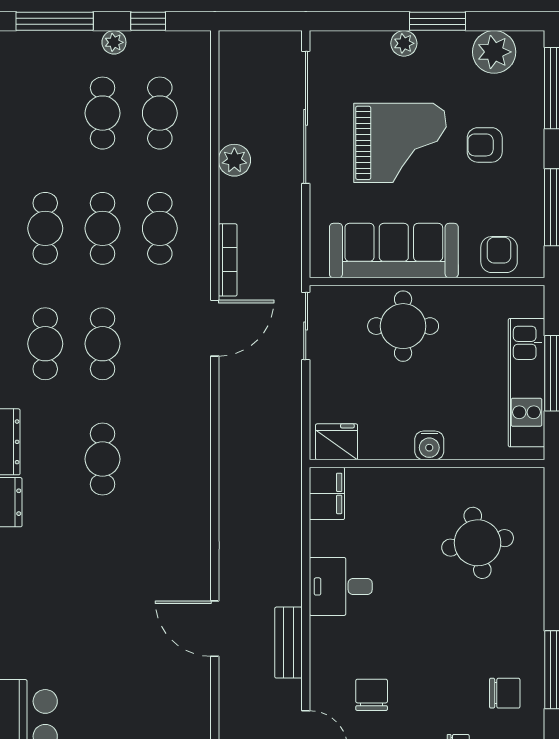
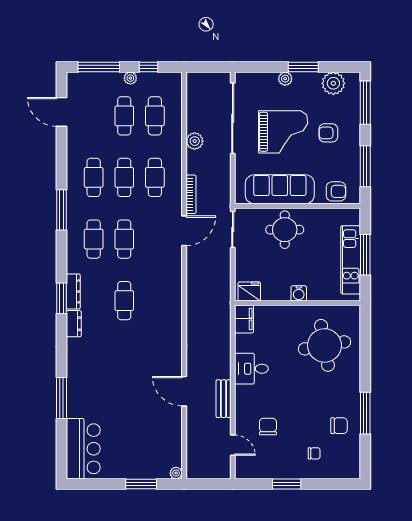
armchair: (499, 255) -> (336, 191), turned 90
round table: (478, 543) -> (325, 345), width x1.36, depth x1.36

